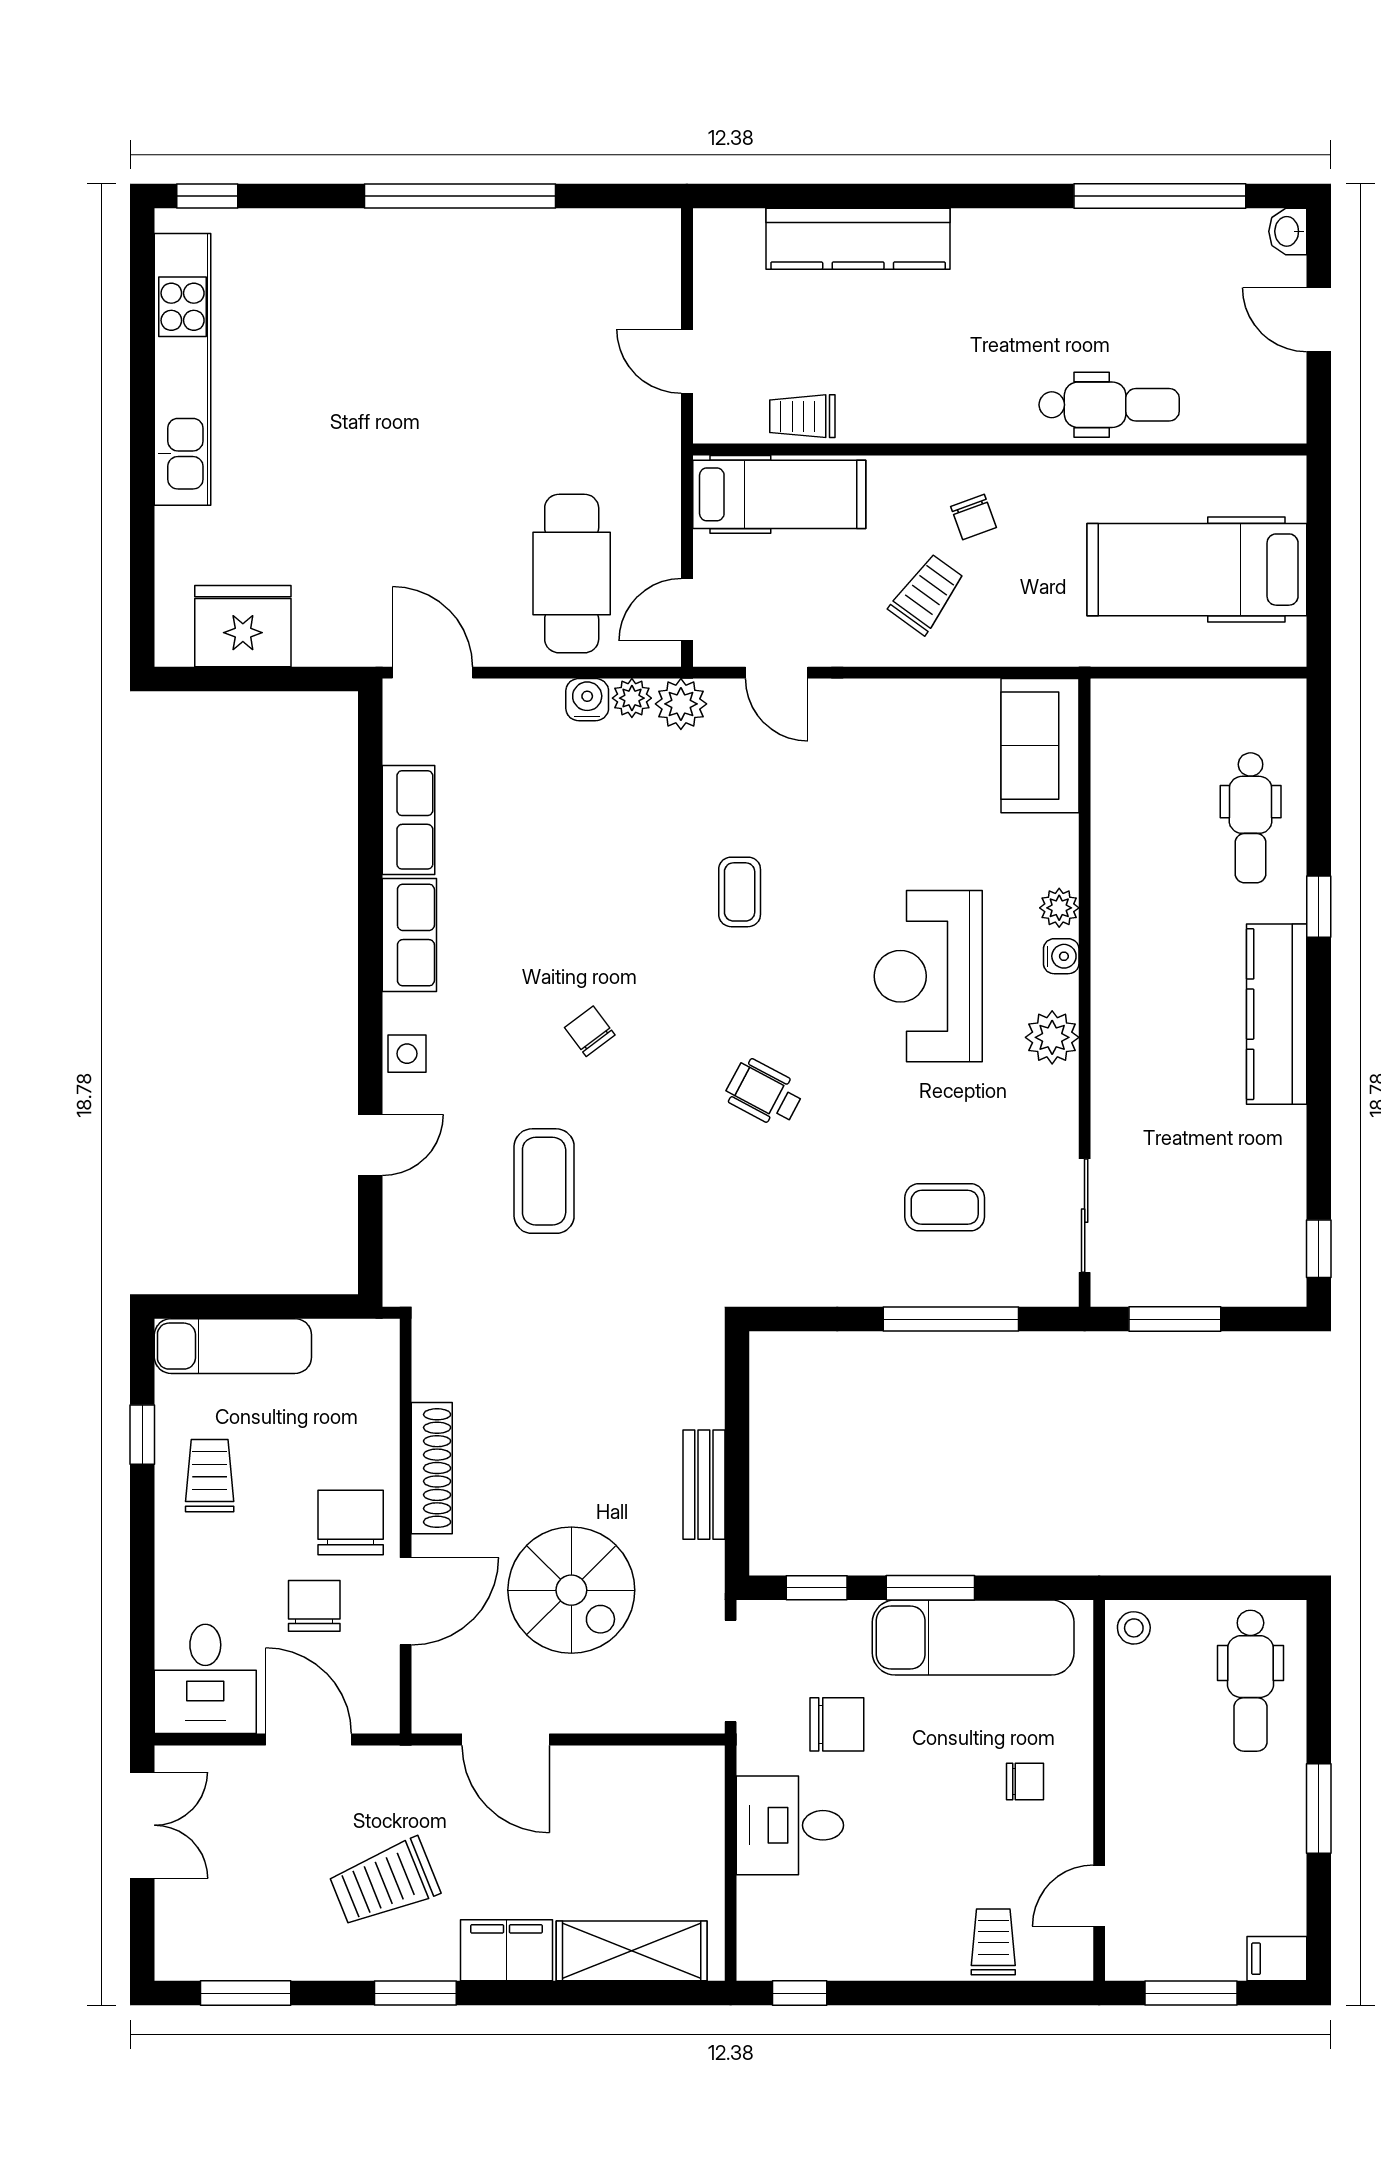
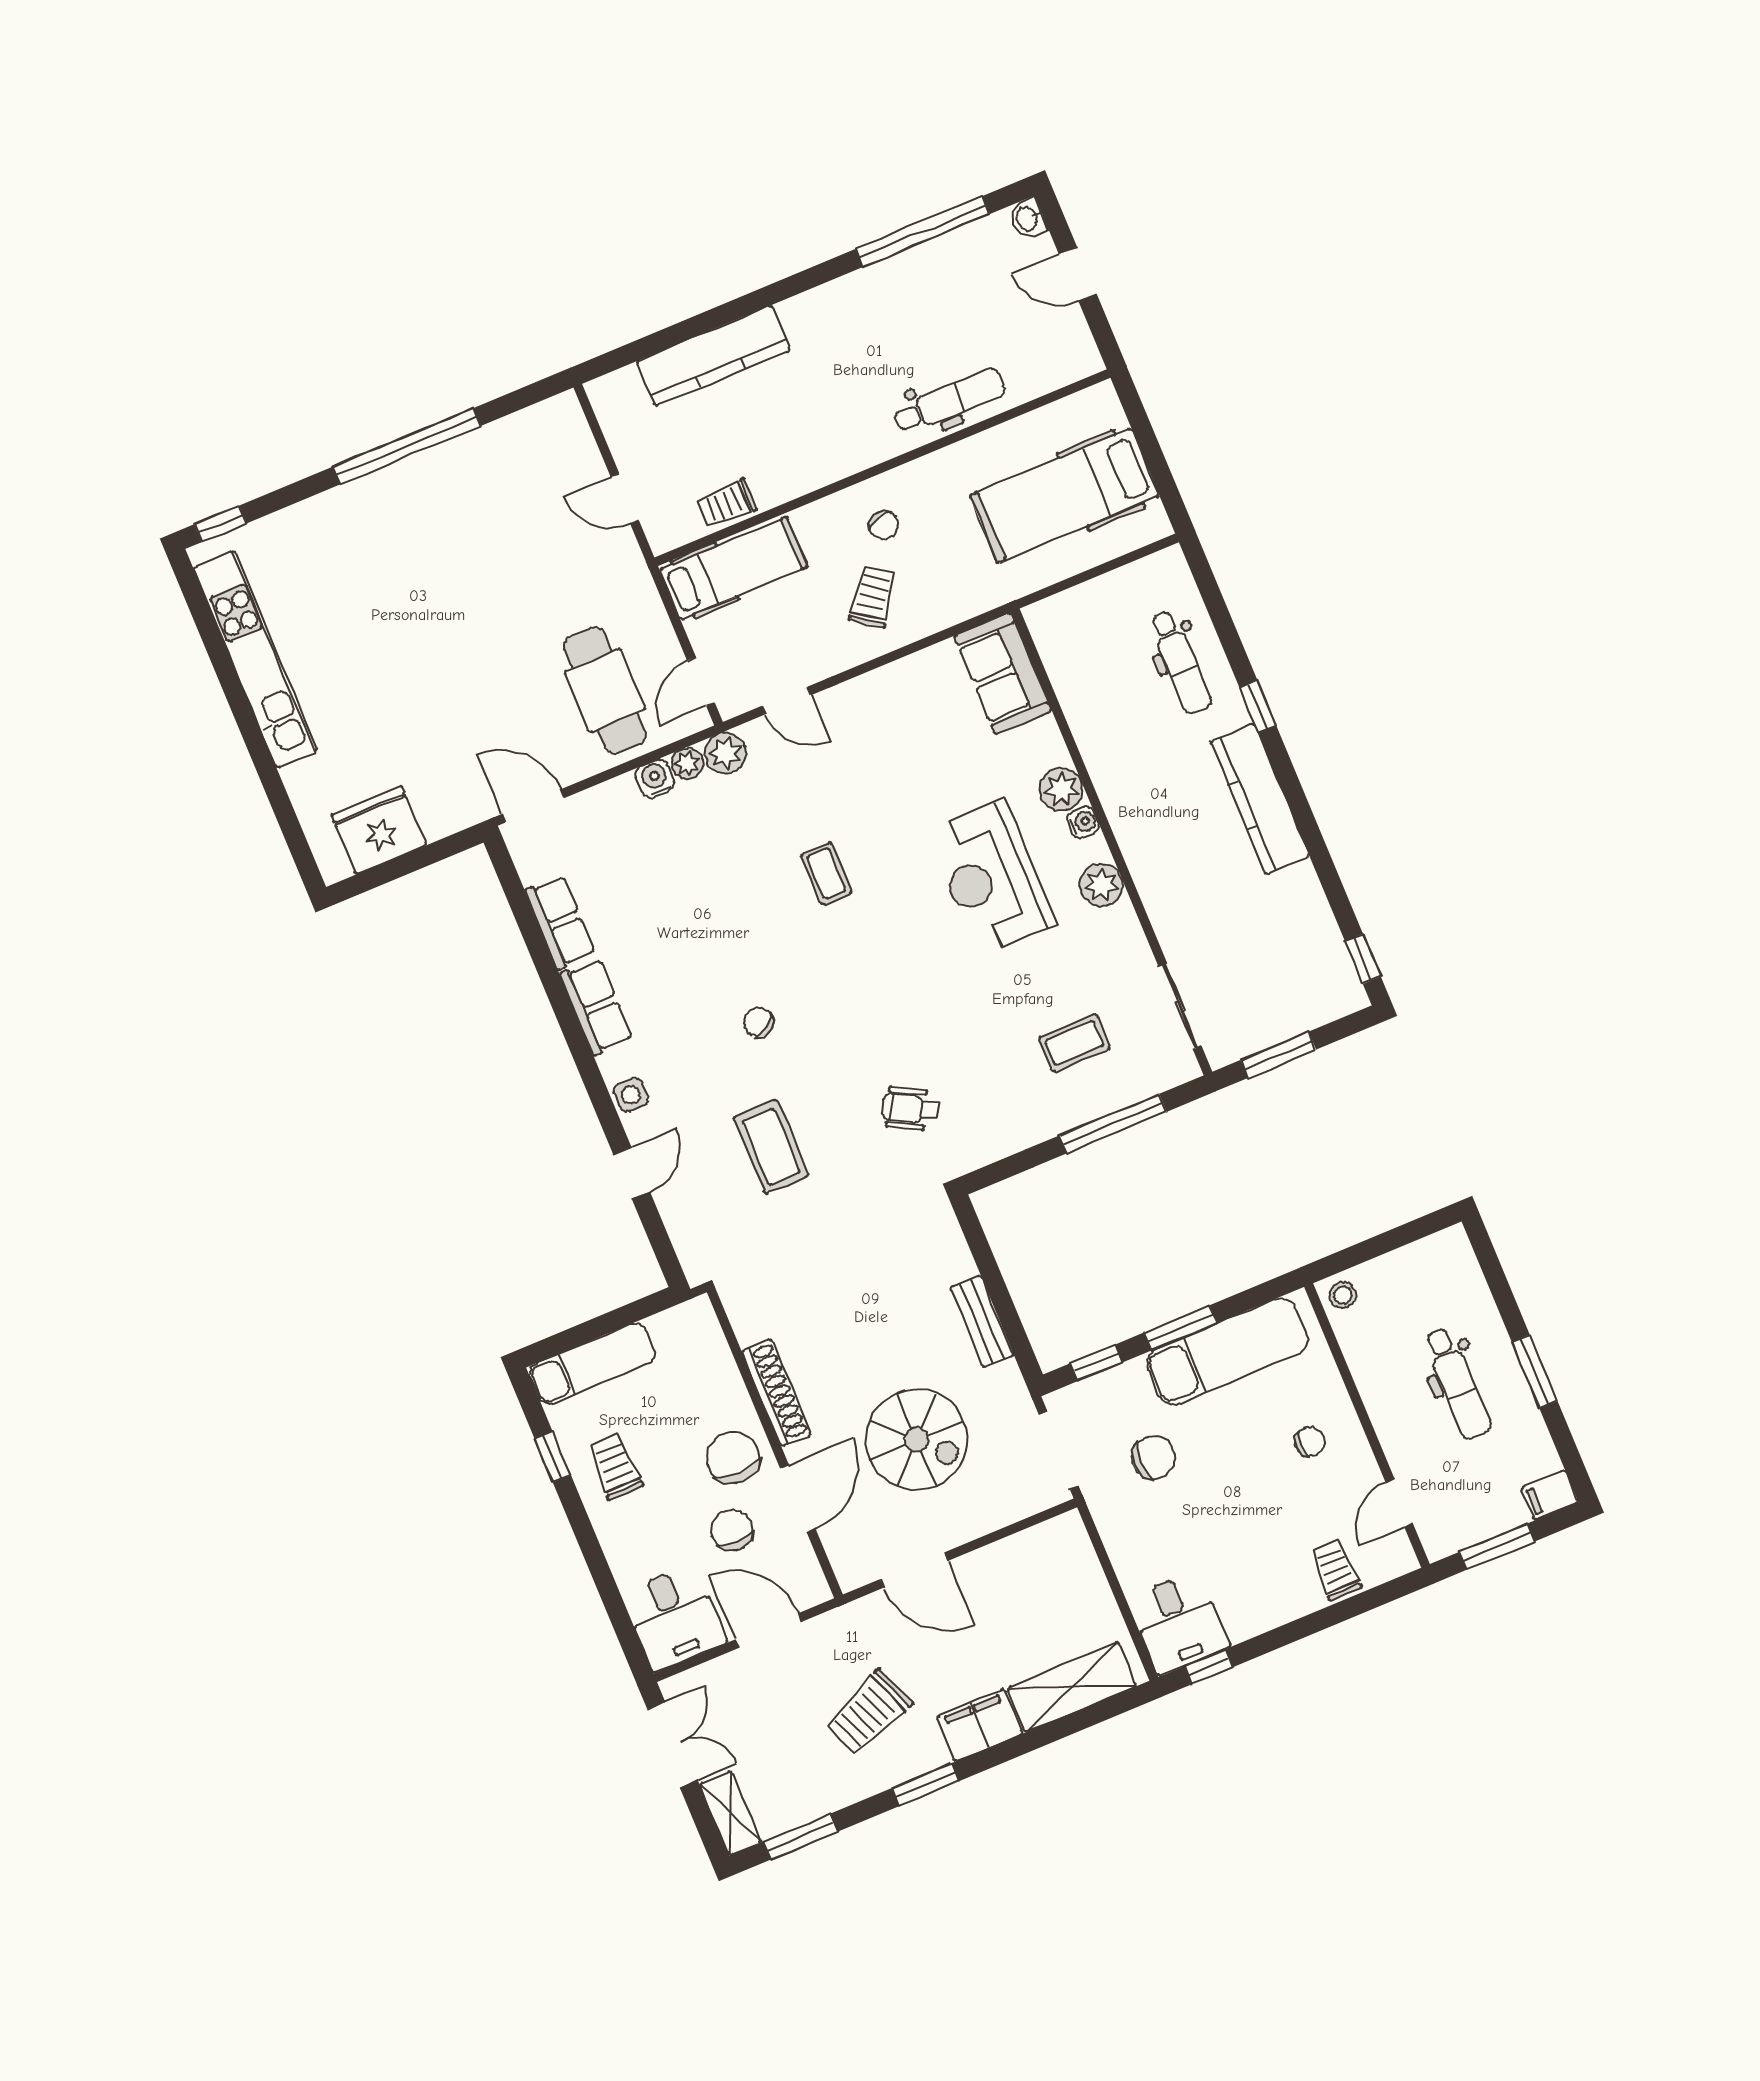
plant: (1059, 908) -> (1061, 789), width x1.38, depth x1.38
wheelchair: (764, 1093) -> (911, 1109), moved
dental chair: (1250, 1681) -> (1457, 1384), moved
desk: (790, 1825) -> (1178, 1623), moved, turned -90
shelving: (176, 1933) -> (730, 1813), added

